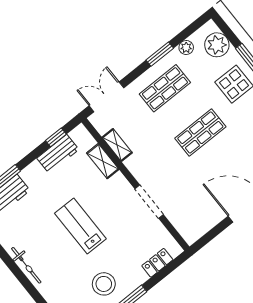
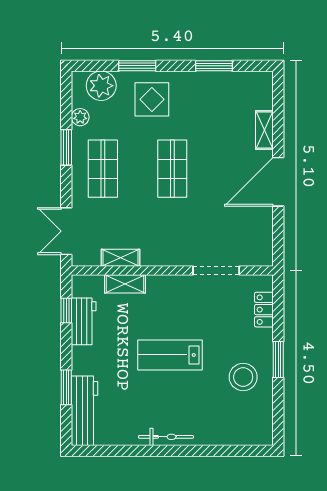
doorway: (149, 202) -> (216, 271), moved

